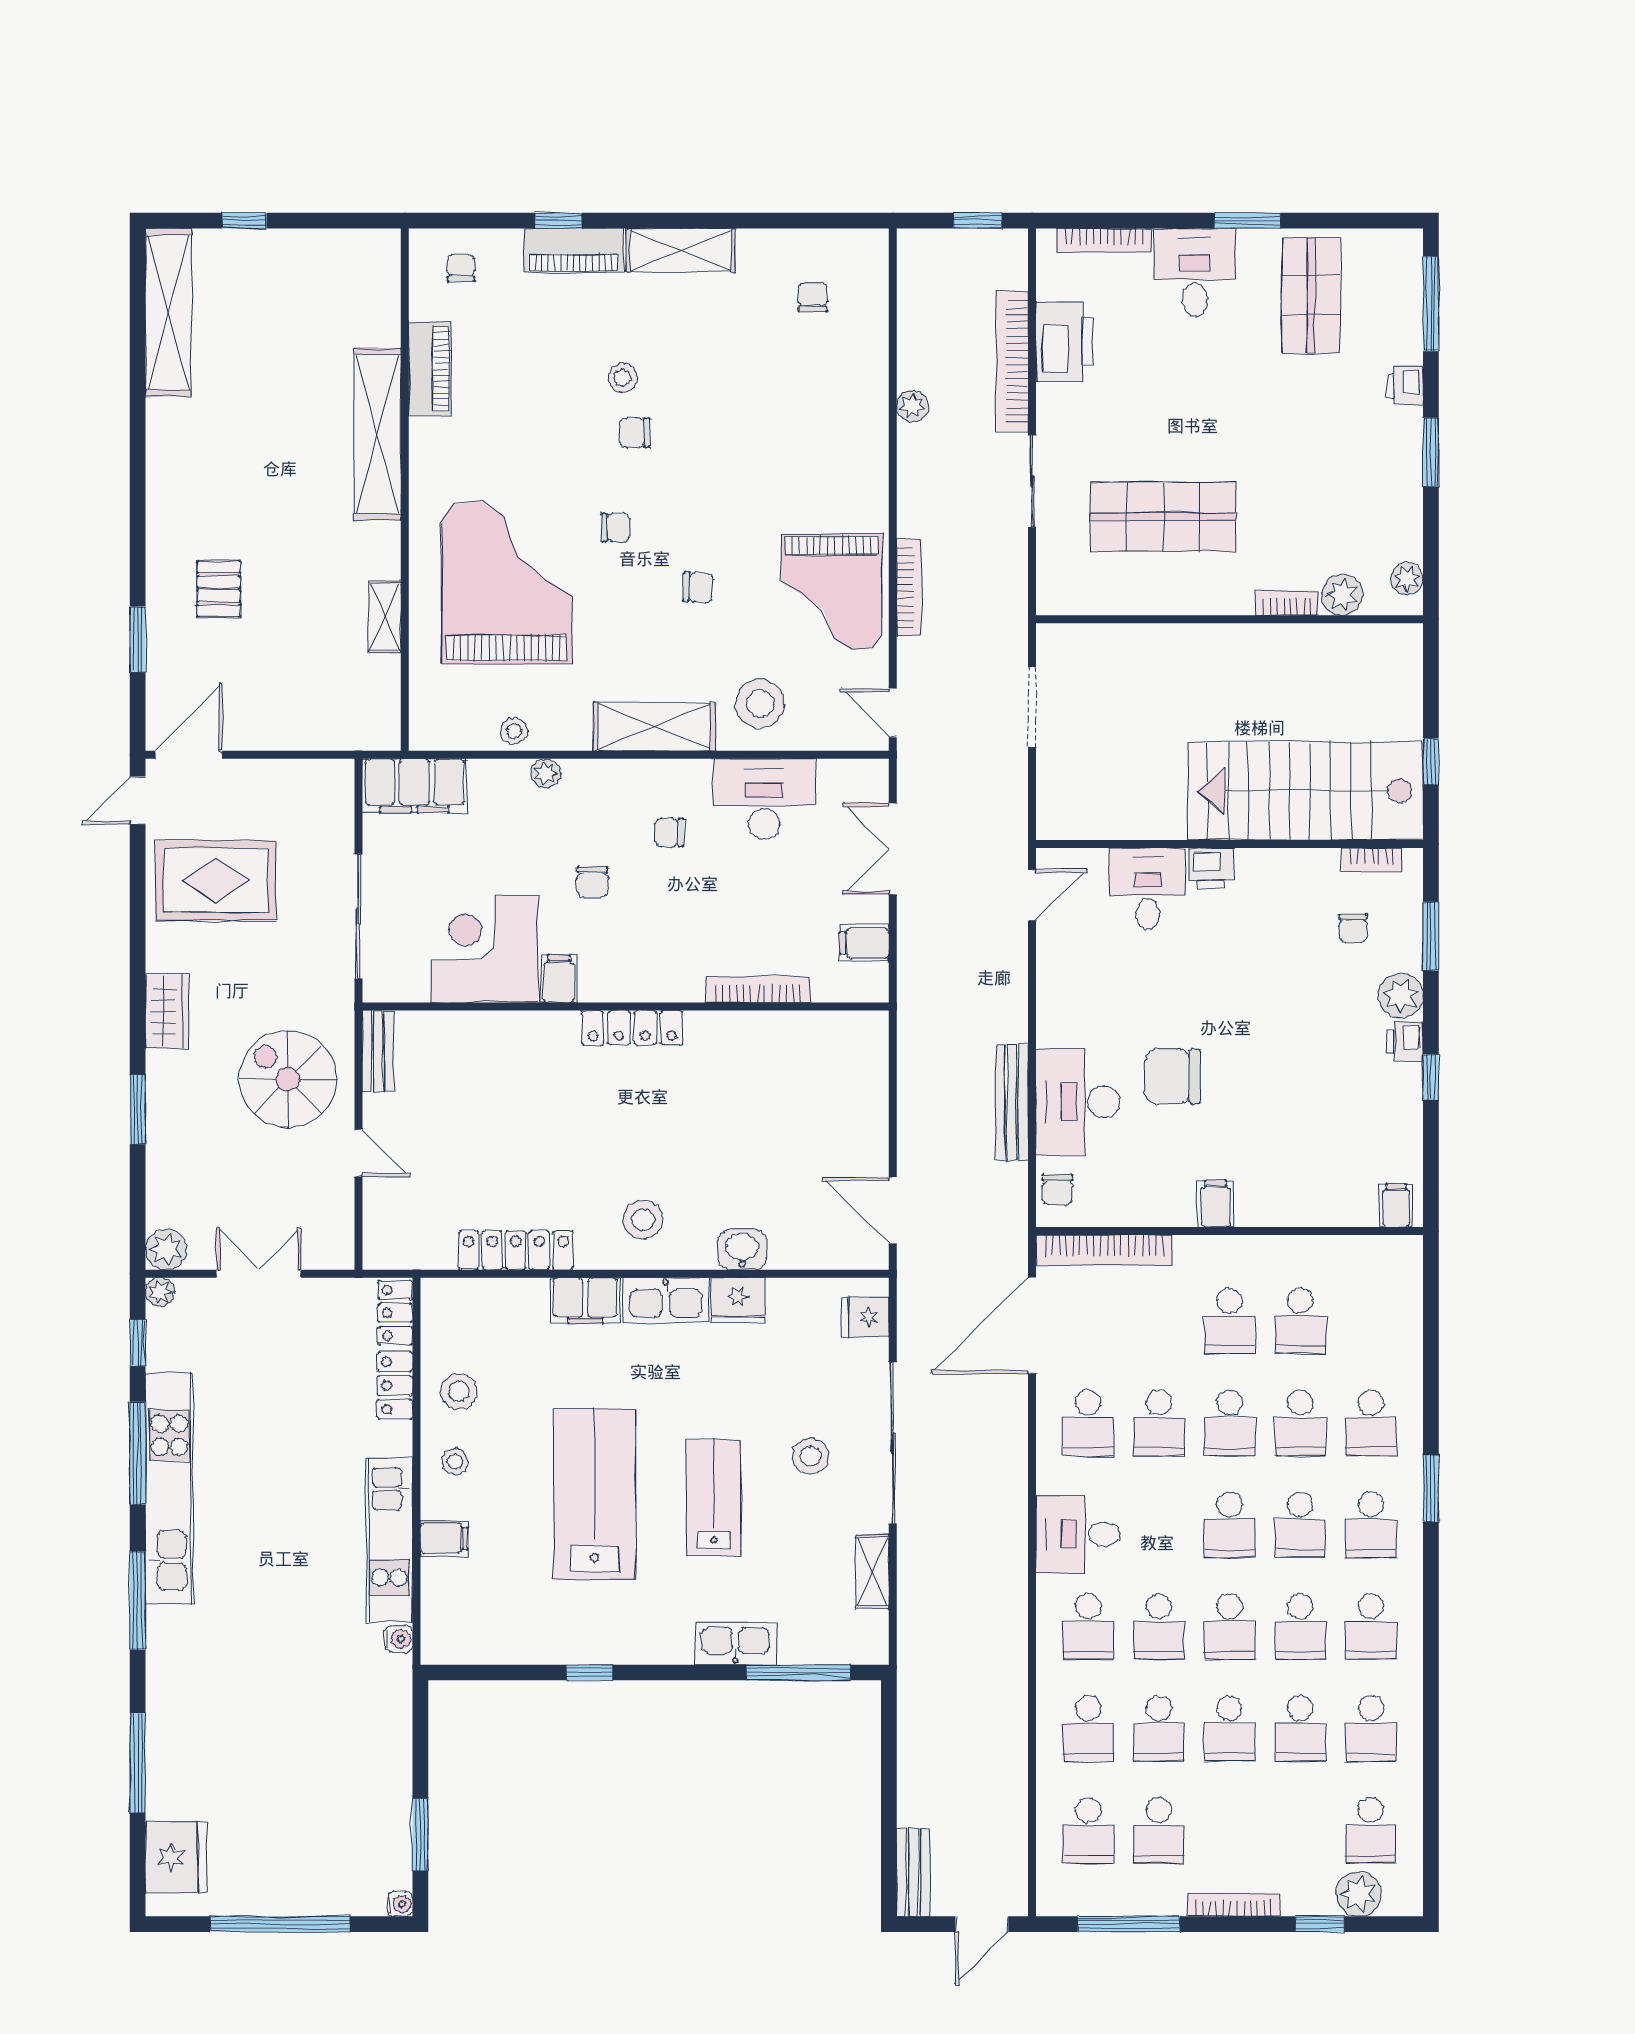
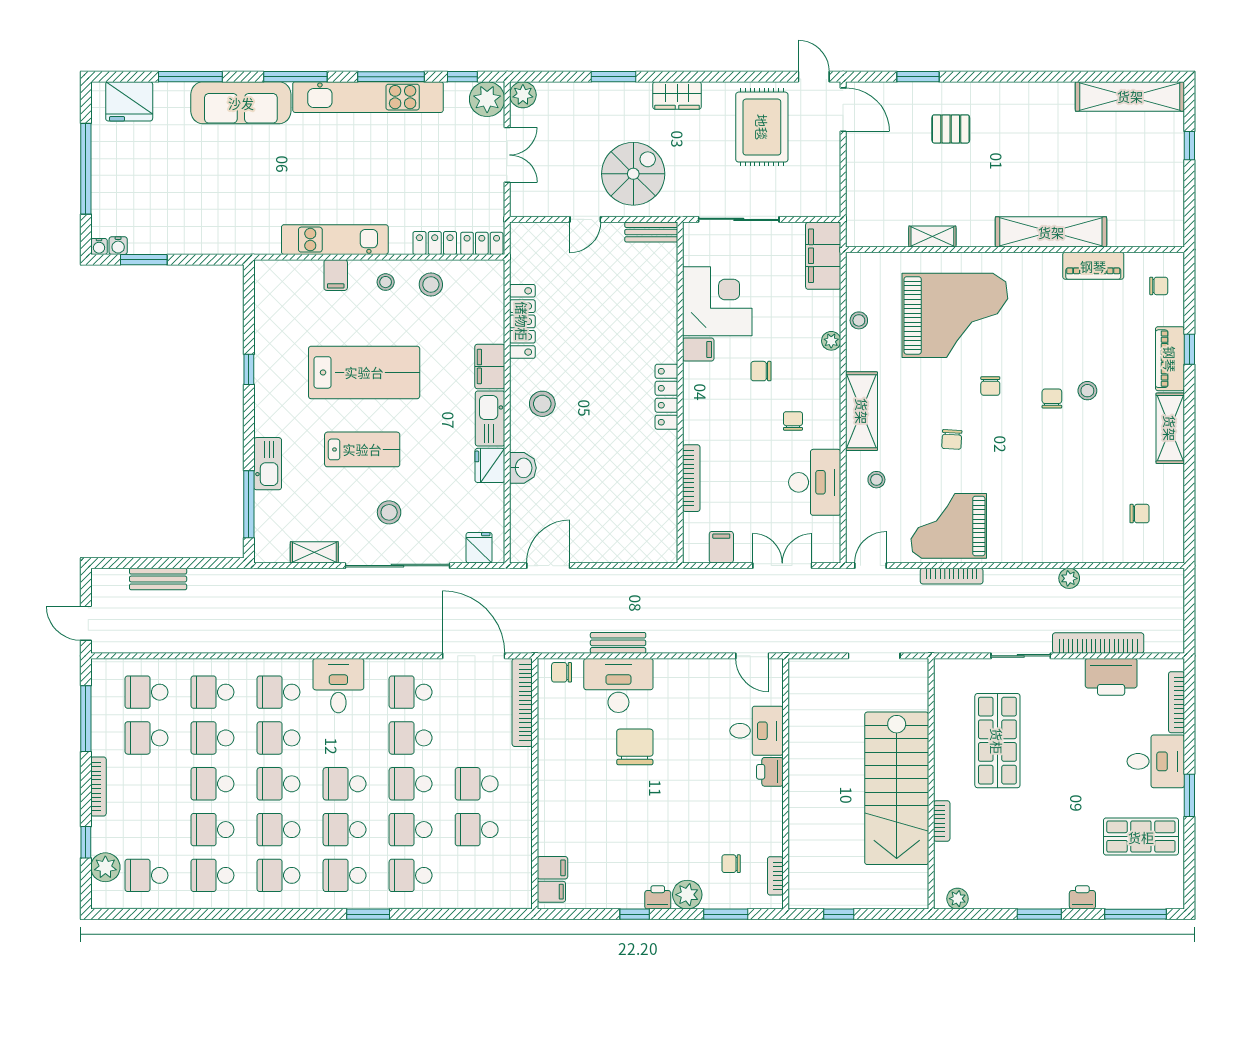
window: (978, 221) -> (1189, 621), removed
plant: (1342, 595) -> (947, 857), removed
stool: (760, 704) -> (876, 480), width x0.53, depth x0.53
stairs: (1305, 791) -> (897, 788), moved, turned 180
bench: (1012, 1102) -> (618, 643), width x0.73
filing cabinet: (1216, 1204) -> (552, 868), moved
plant: (160, 1292) -> (487, 99), width x1.87, depth x1.87
water cooler: (399, 1639) -> (118, 246), moved
sofa: (178, 1685) -> (241, 103), added
bench: (913, 1872) -> (158, 579), moved

